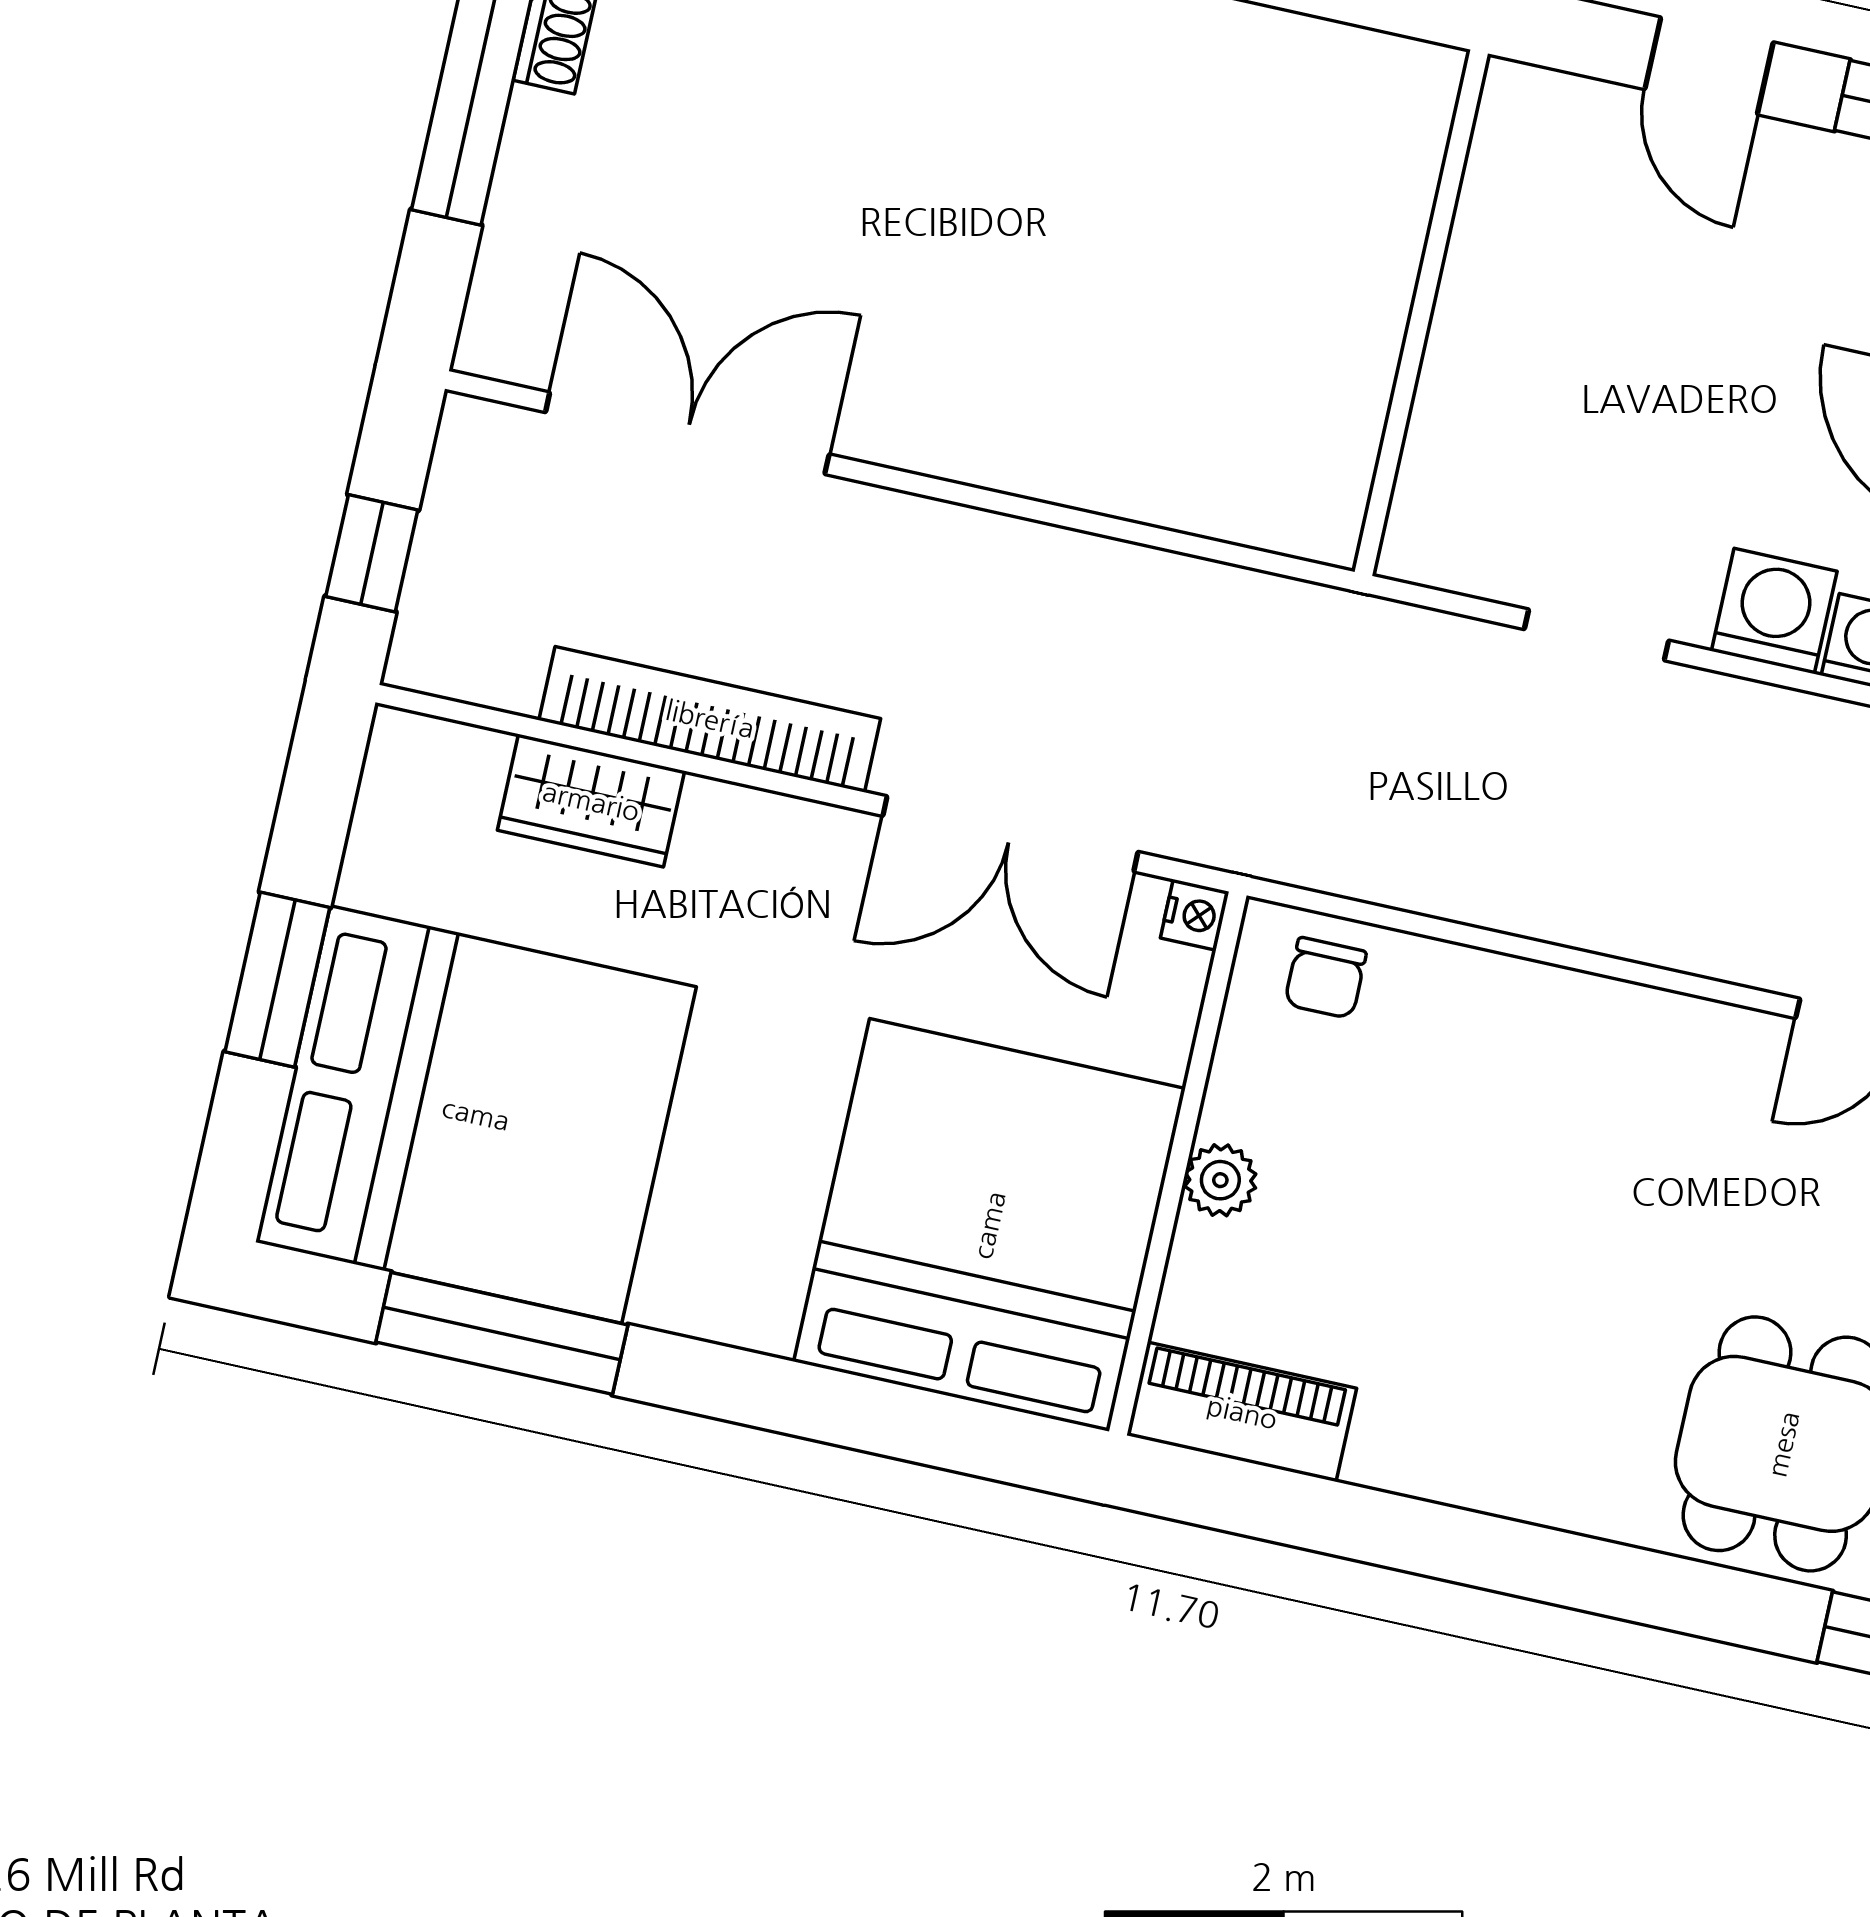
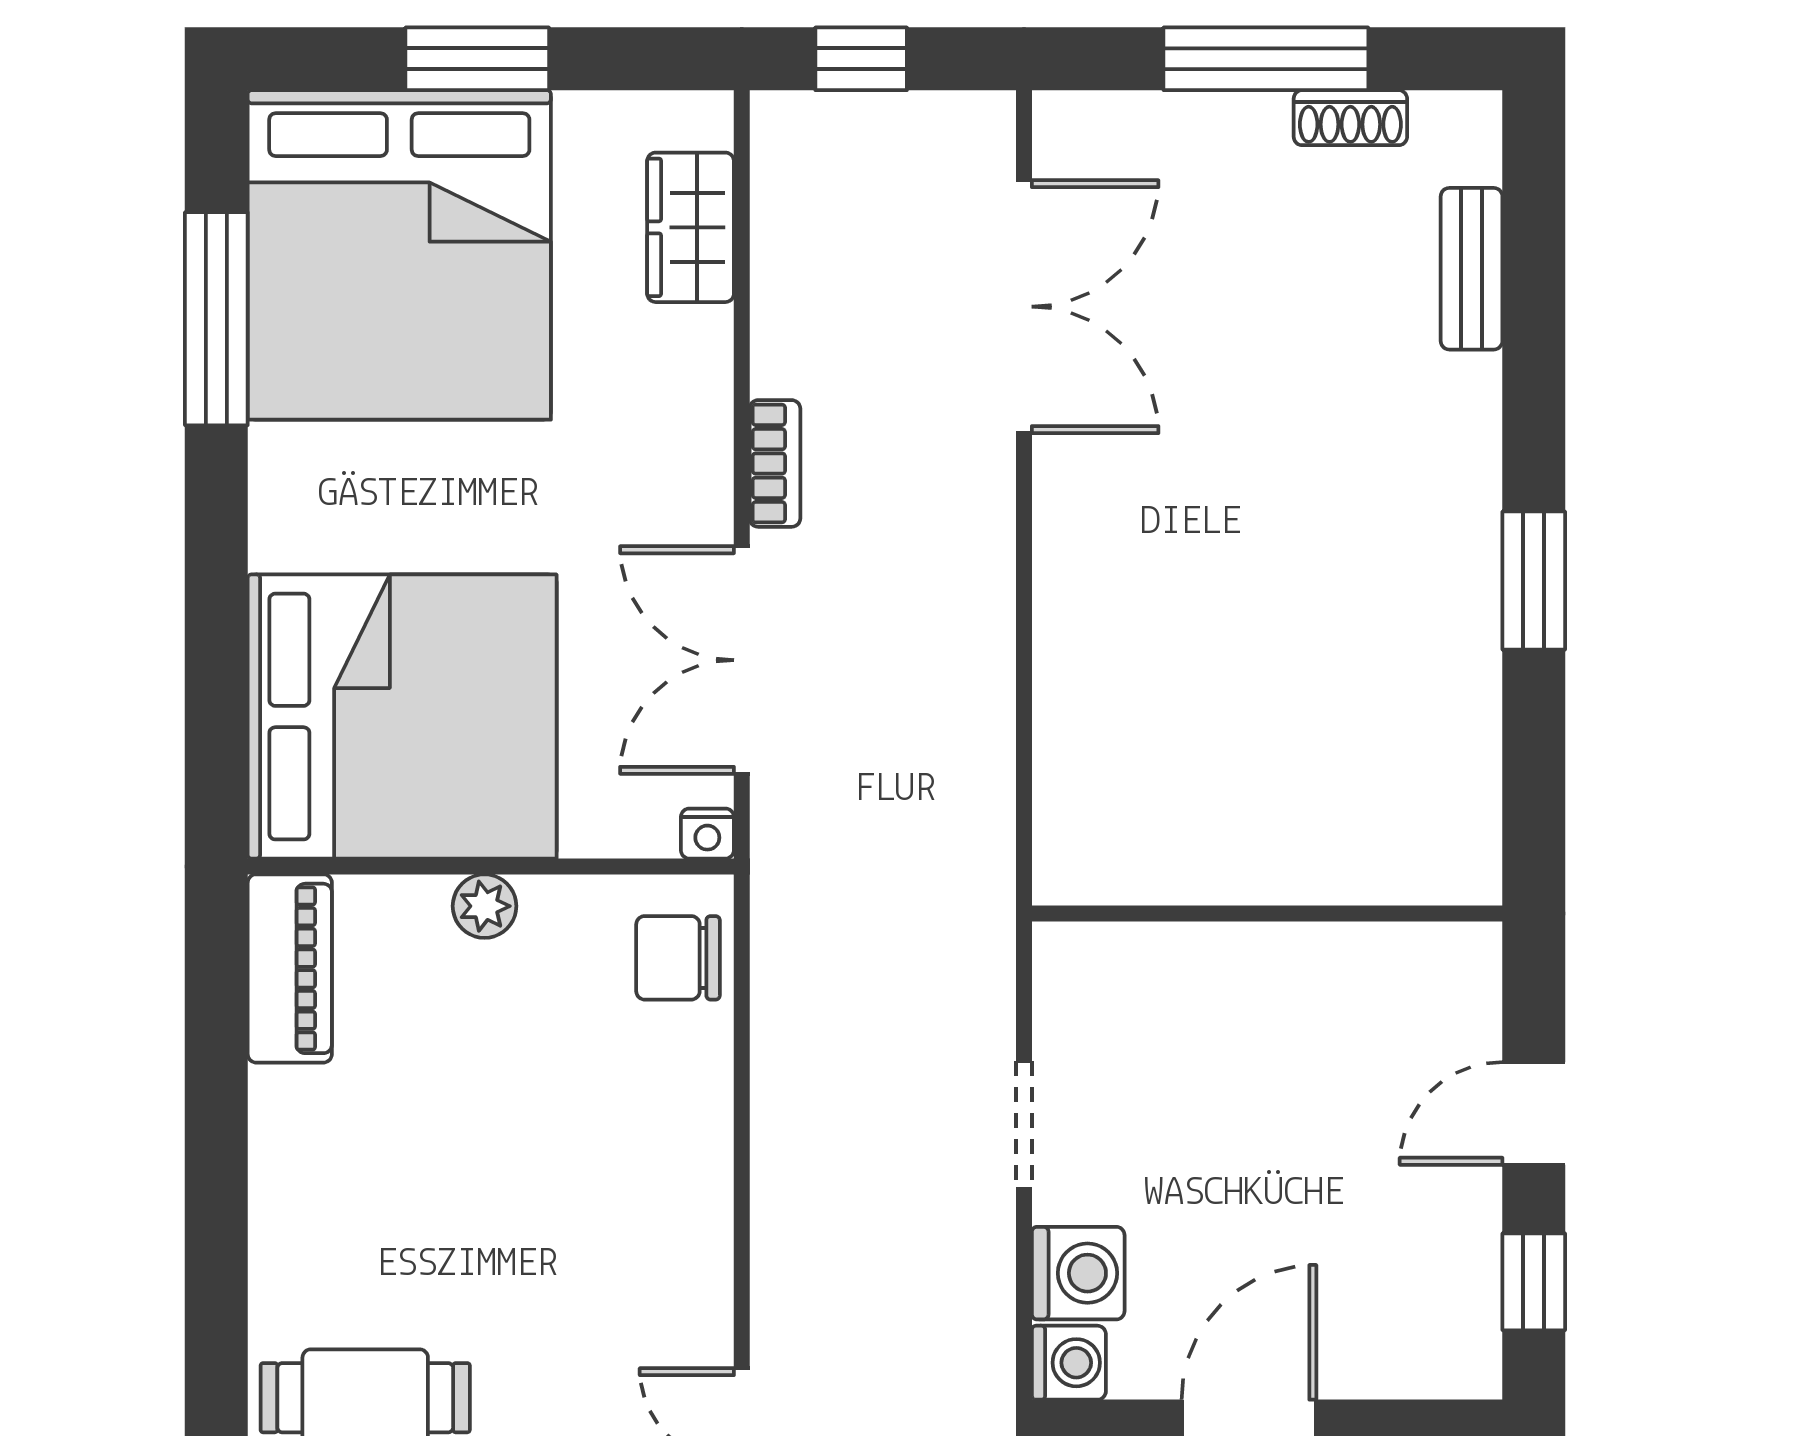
bookcase: (710, 719) -> (775, 463), width x0.43, depth x0.76
wardrobe: (591, 801) -> (691, 227), moved
chair: (1325, 978) -> (678, 958), width x1.37, depth x1.37

